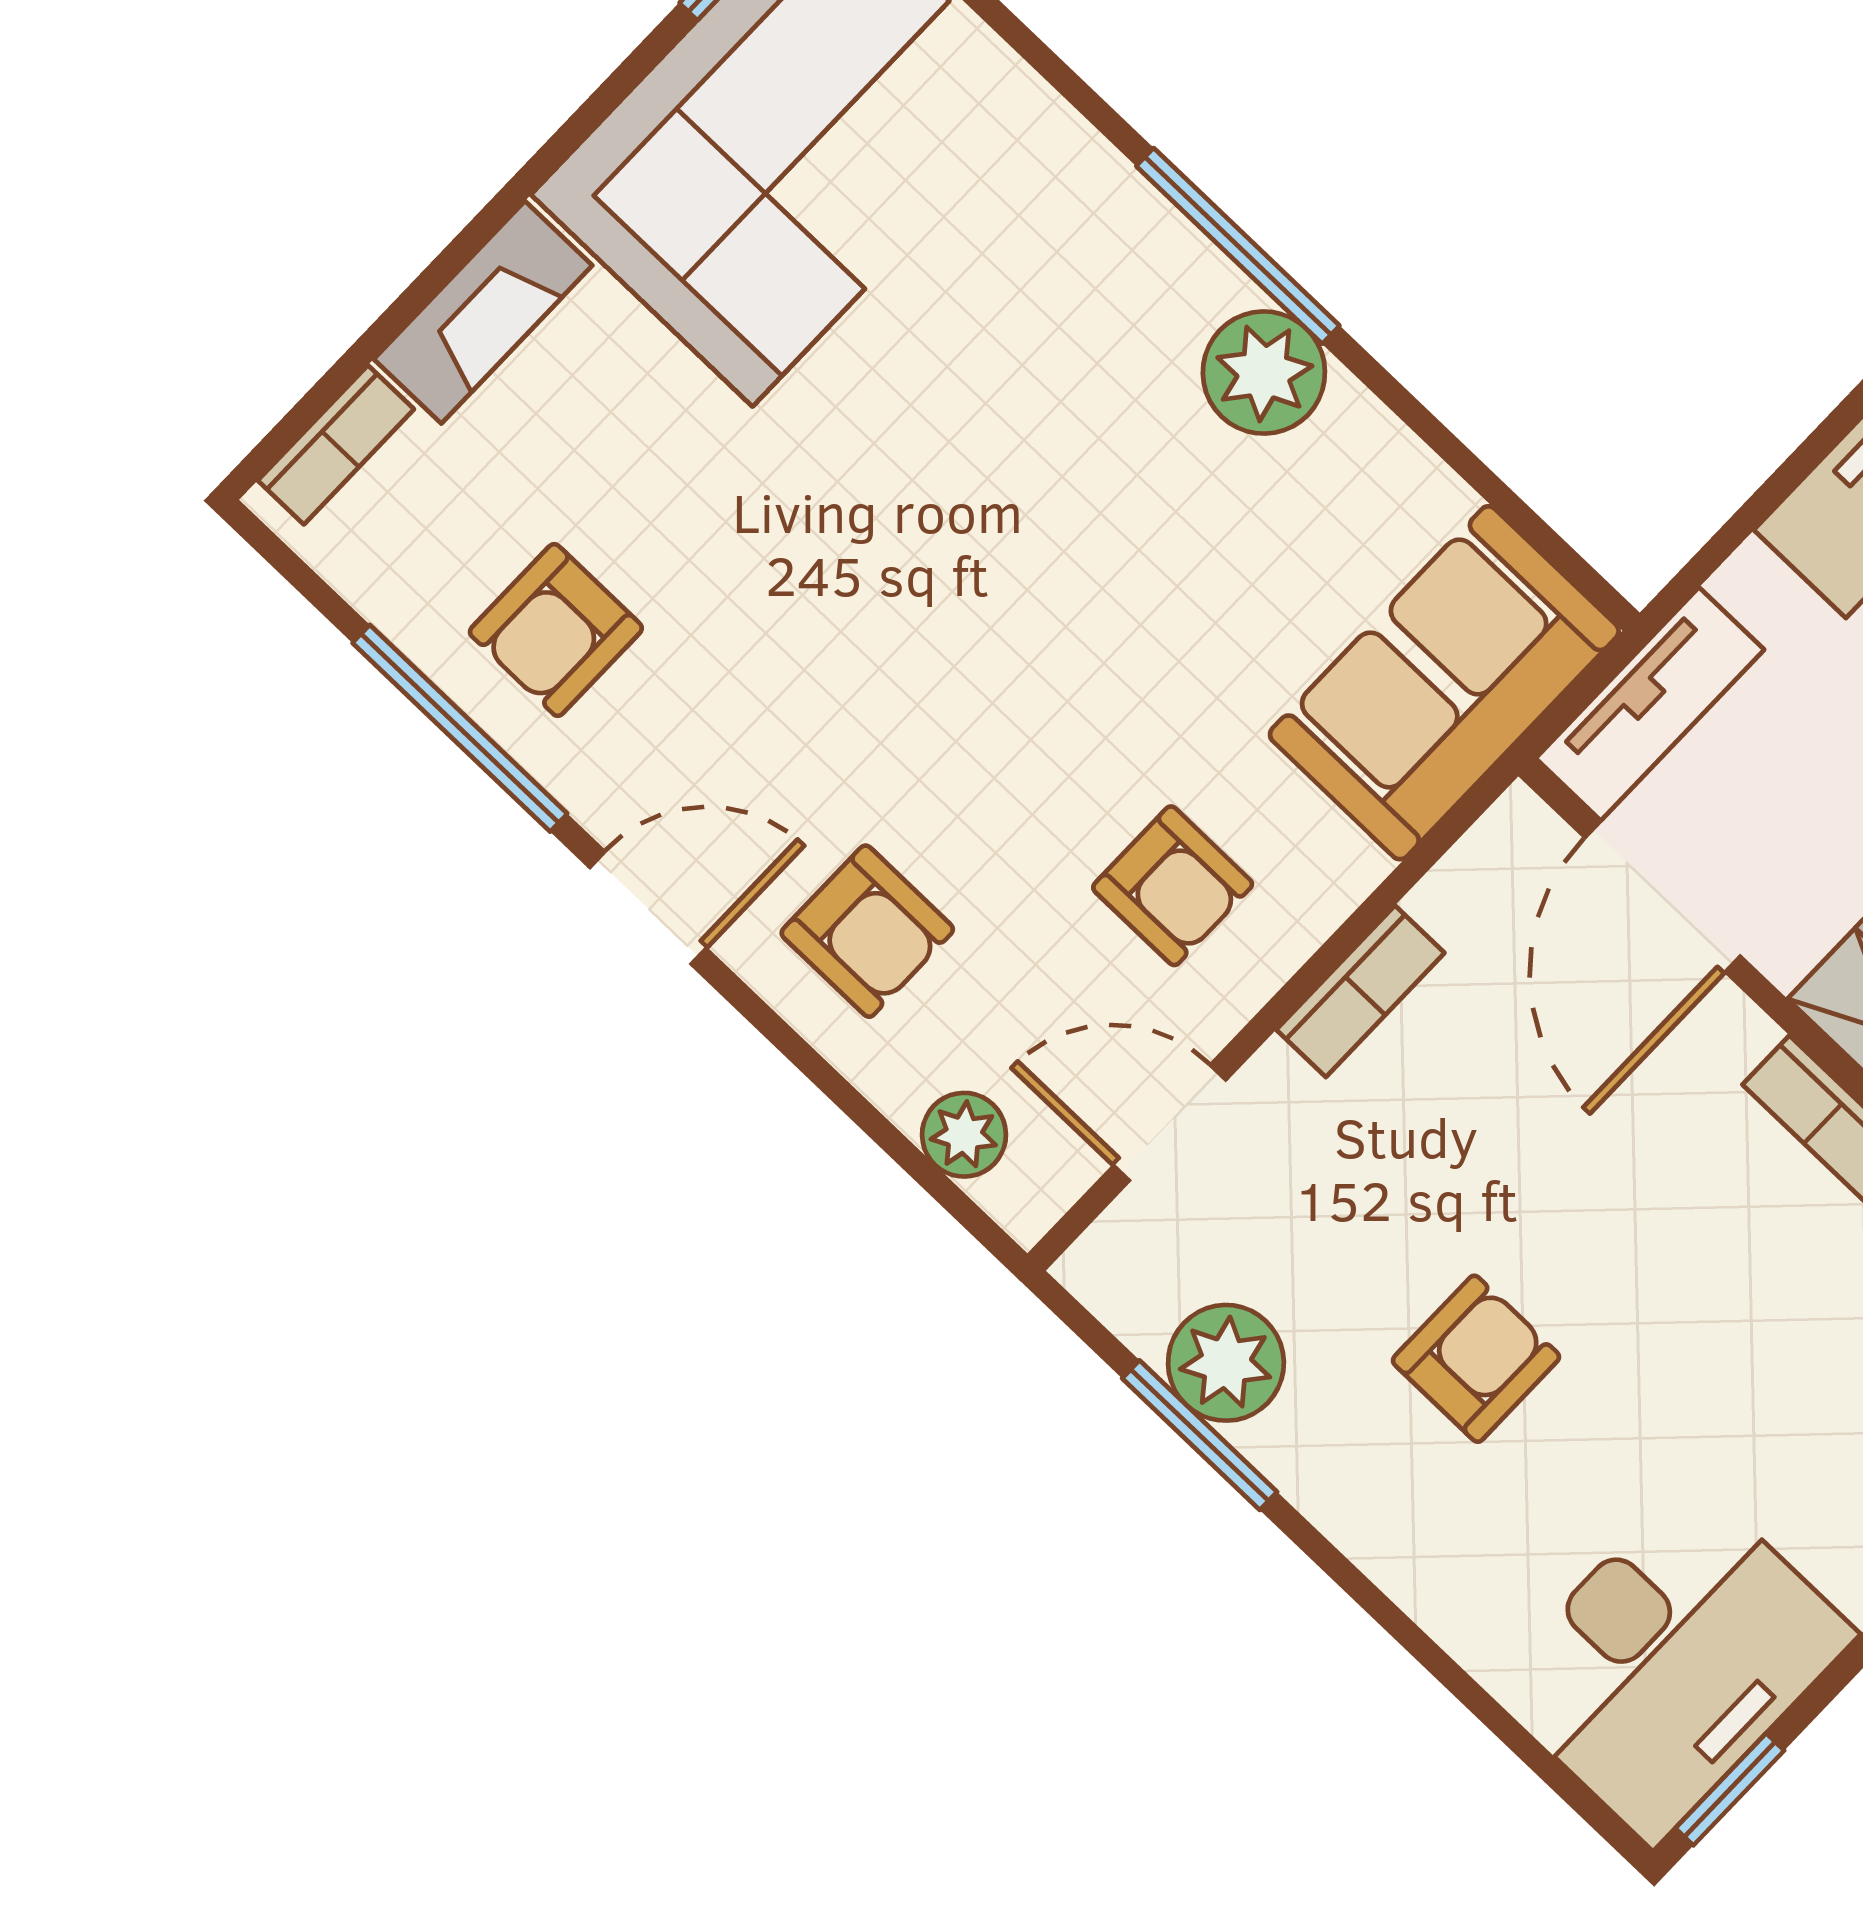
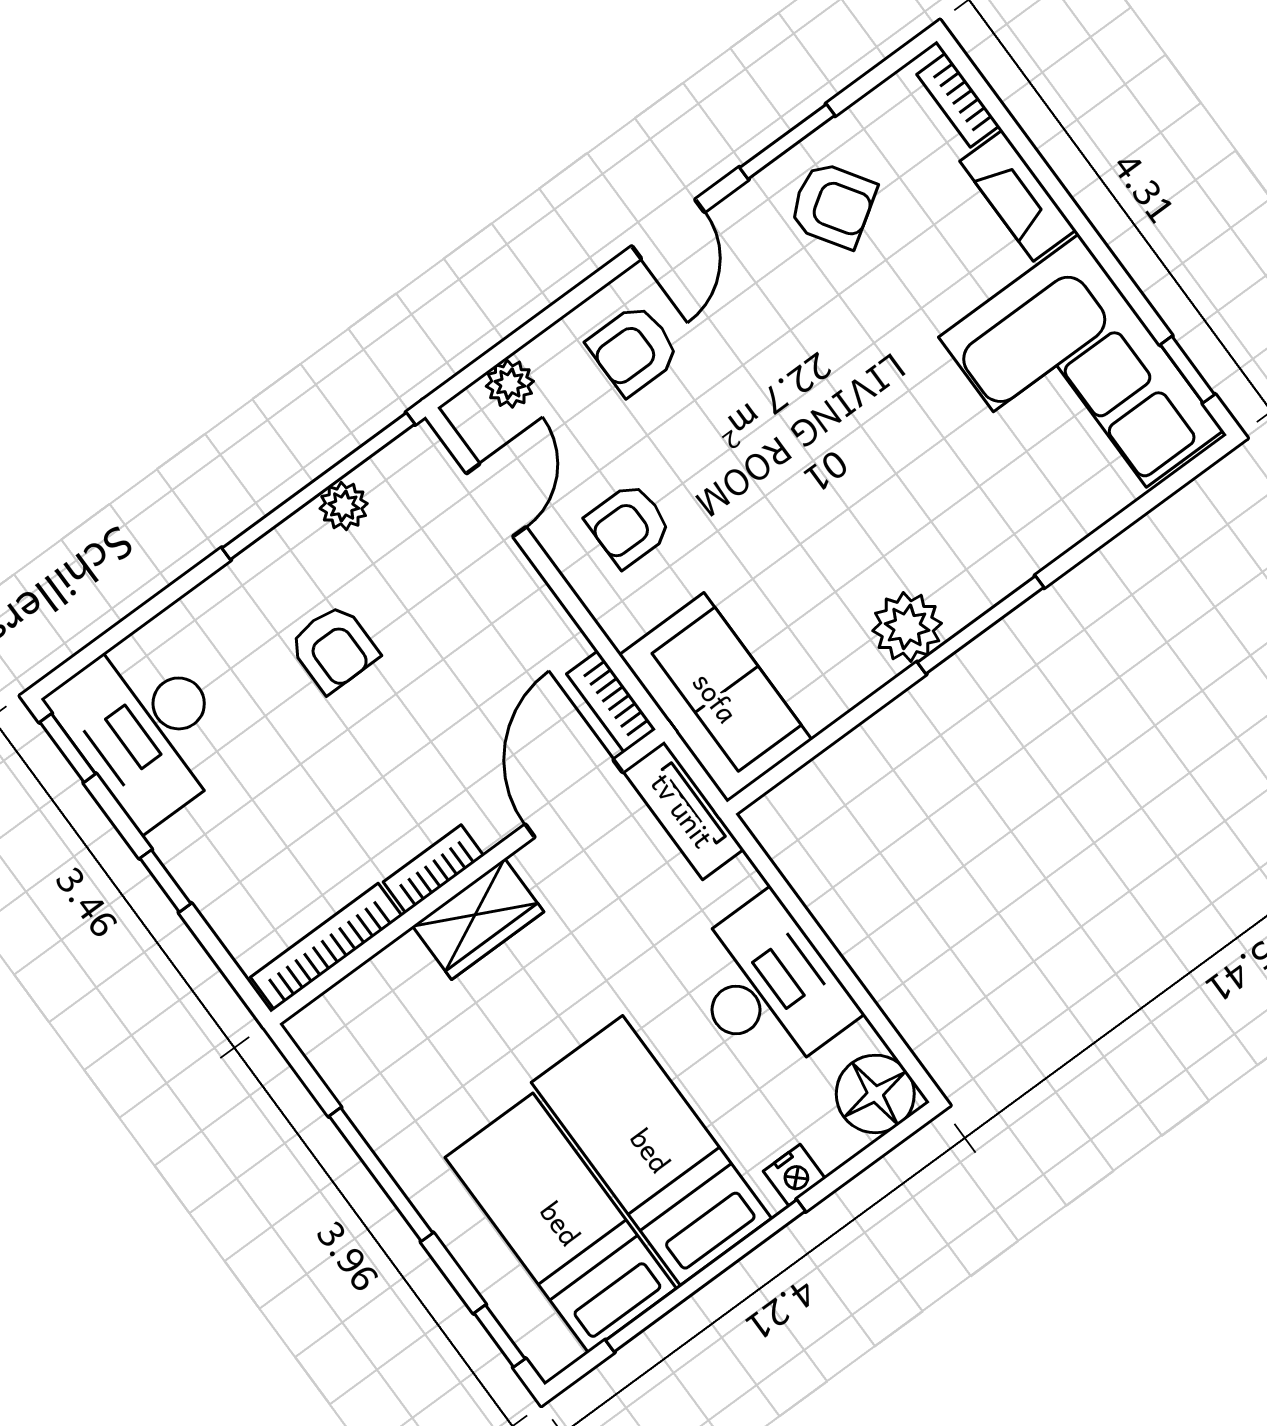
armchair: (556, 630) -> (833, 205), turned 147
window: (460, 728) -> (787, 142), width x0.69
door: (1663, 897) -> (574, 798), hinge flipped
bookcase: (1360, 991) -> (611, 702), moved
plant: (1226, 1363) -> (344, 506), width x0.73, depth x0.73
window: (1200, 1435) -> (318, 486), width x2.11

